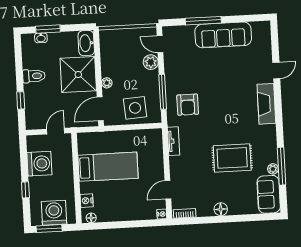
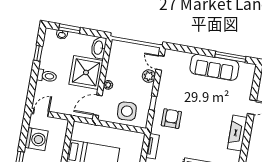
window: (203, 21) -> (230, 57), moved
toilet: (34, 76) -> (47, 76), moved
window: (163, 92) -> (153, 103), width x0.46
window: (21, 100) -> (38, 53), moved
armchair: (188, 105) -> (171, 119), turned 180
door: (56, 131) -> (41, 113), moved

